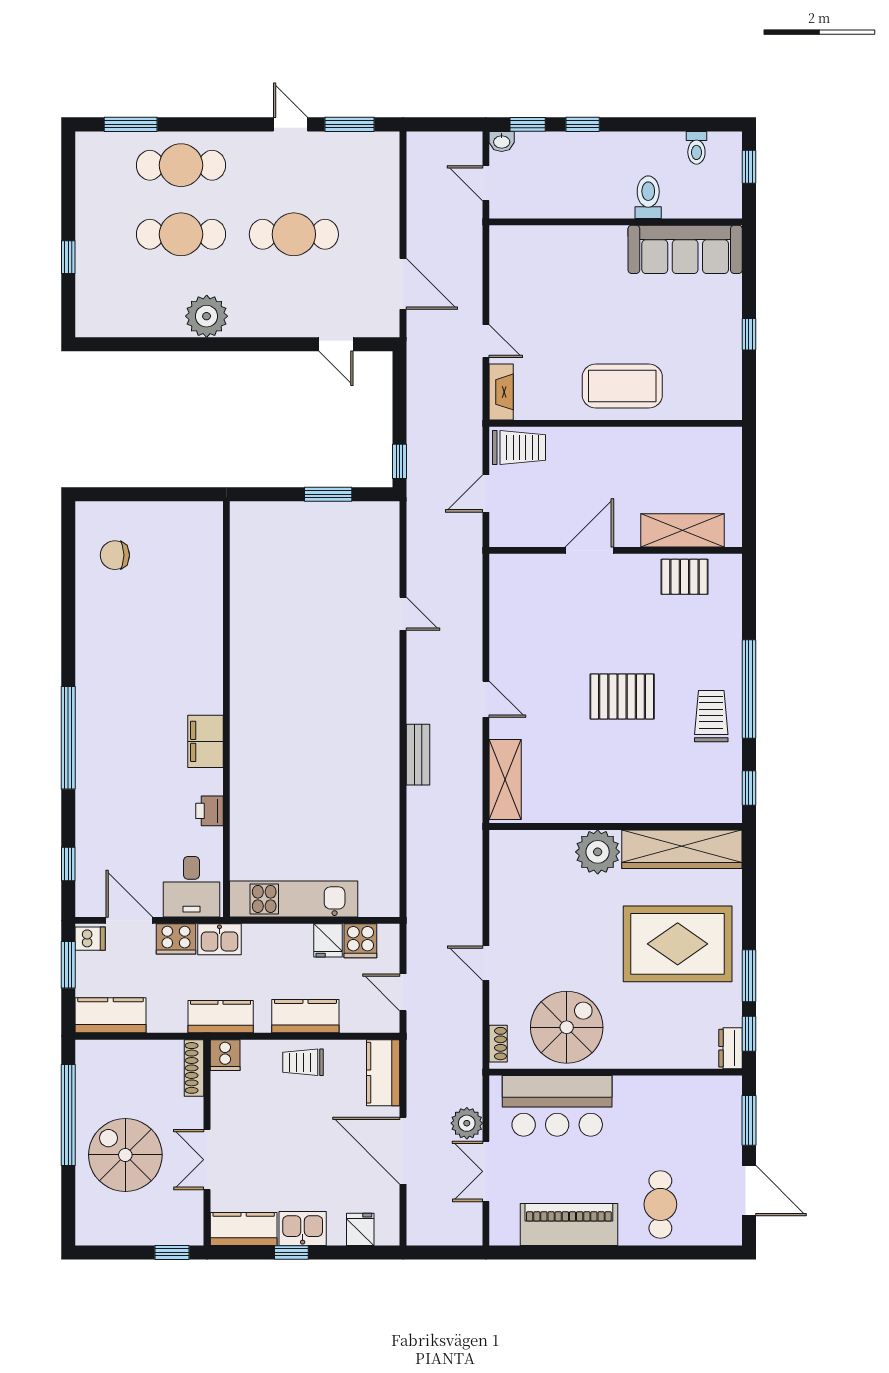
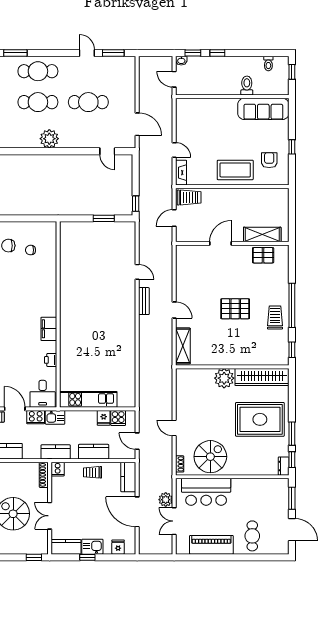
armchair: (698, 364) -> (269, 160), added
chair: (164, 565) -> (31, 250), added
bench: (418, 755) -> (144, 301), moved

